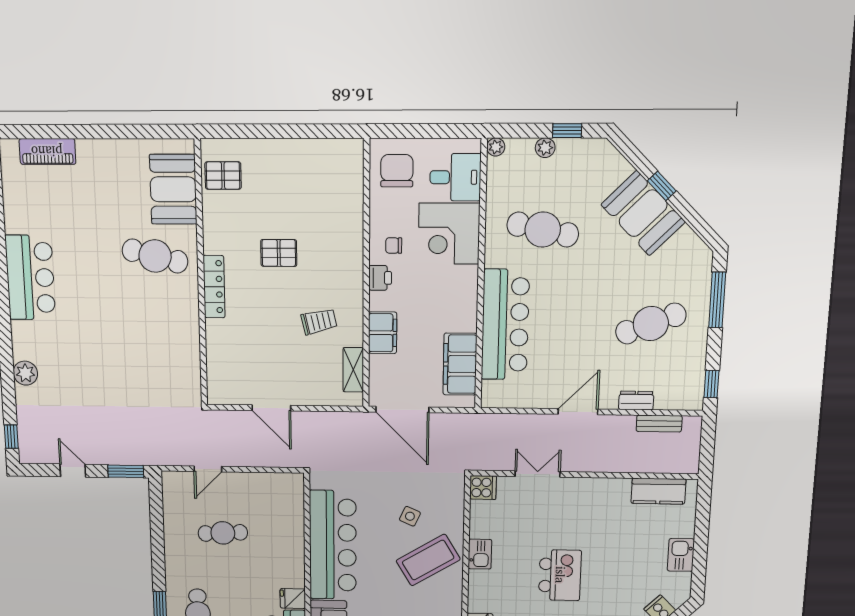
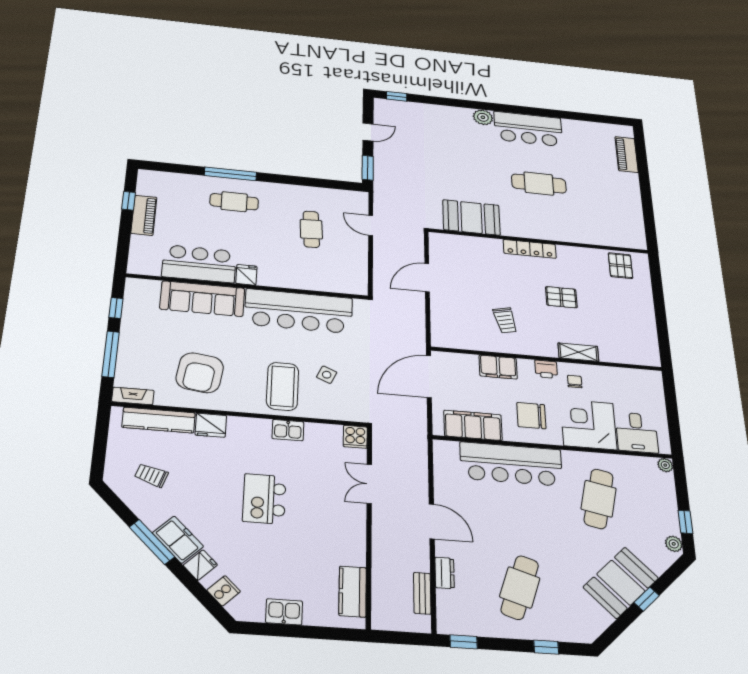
plant: (545, 148) -> (674, 544), moved
chair: (397, 171) -> (531, 416), moved, turned 180
booth: (173, 189) -> (471, 217), moved
pallet: (279, 253) -> (561, 297), turned 90
cafe table: (155, 256) -> (539, 184), moved, turned 76
window: (717, 300) -> (546, 647), width x0.46
cafe table: (651, 324) -> (520, 587), turned 39
shelving: (353, 370) -> (578, 352), moved
plant: (25, 373) -> (483, 117), moved
double door: (538, 474) -> (369, 484), swing flipped
coffee table: (428, 560) -> (283, 386), turned 31
kitchen island: (560, 575) -> (264, 499), turned 90

